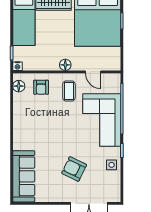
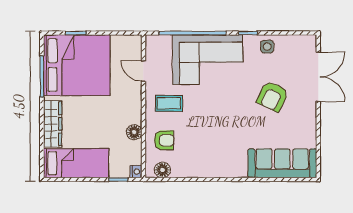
floor lamp: (65, 65) -> (134, 132), moved
door: (93, 72) -> (143, 71), swing flipped

